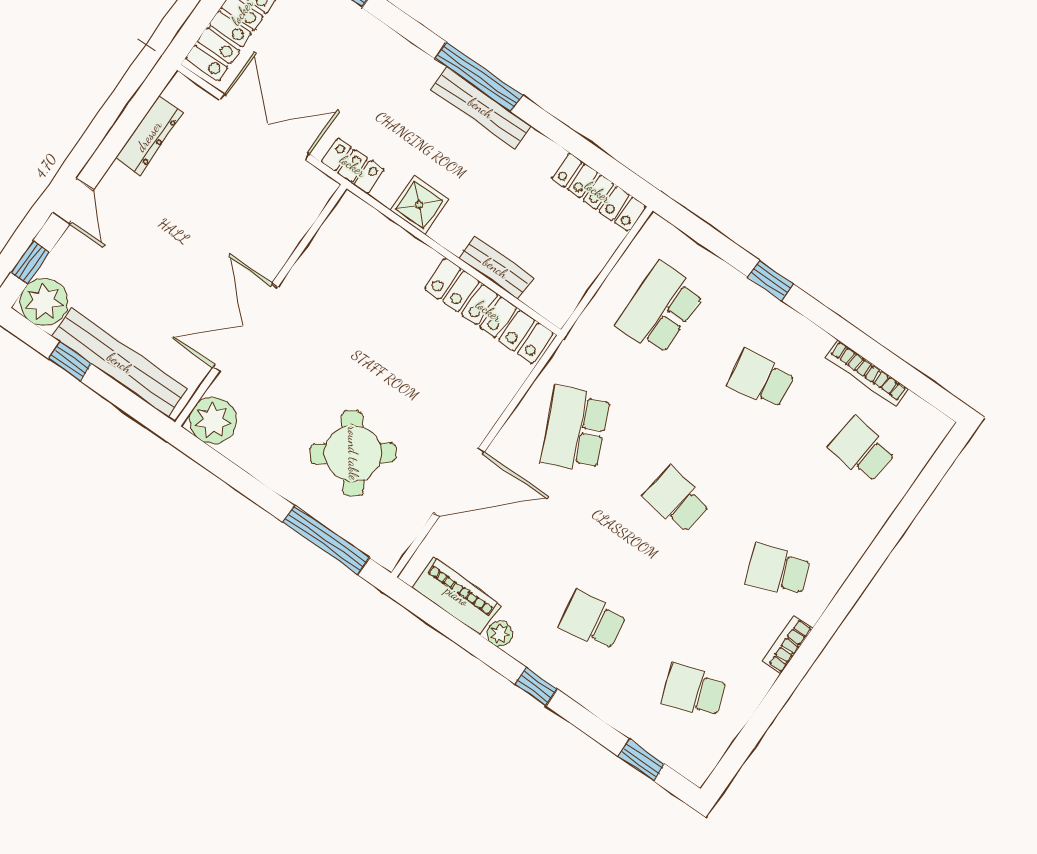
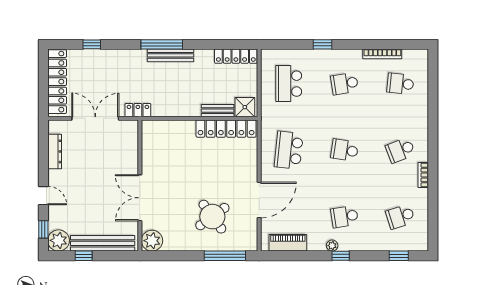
shower: (419, 205) -> (245, 107), moved
school desk: (575, 429) -> (289, 150), turned 30
plant: (500, 634) -> (332, 246), moved

